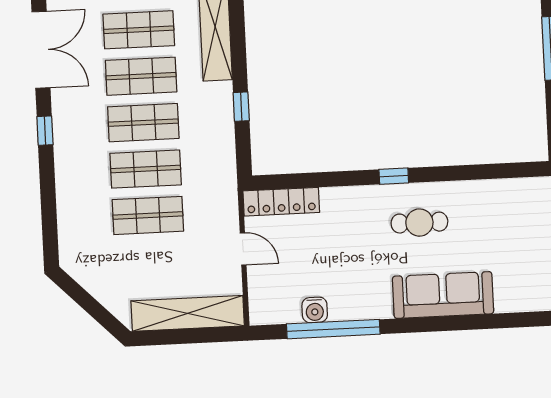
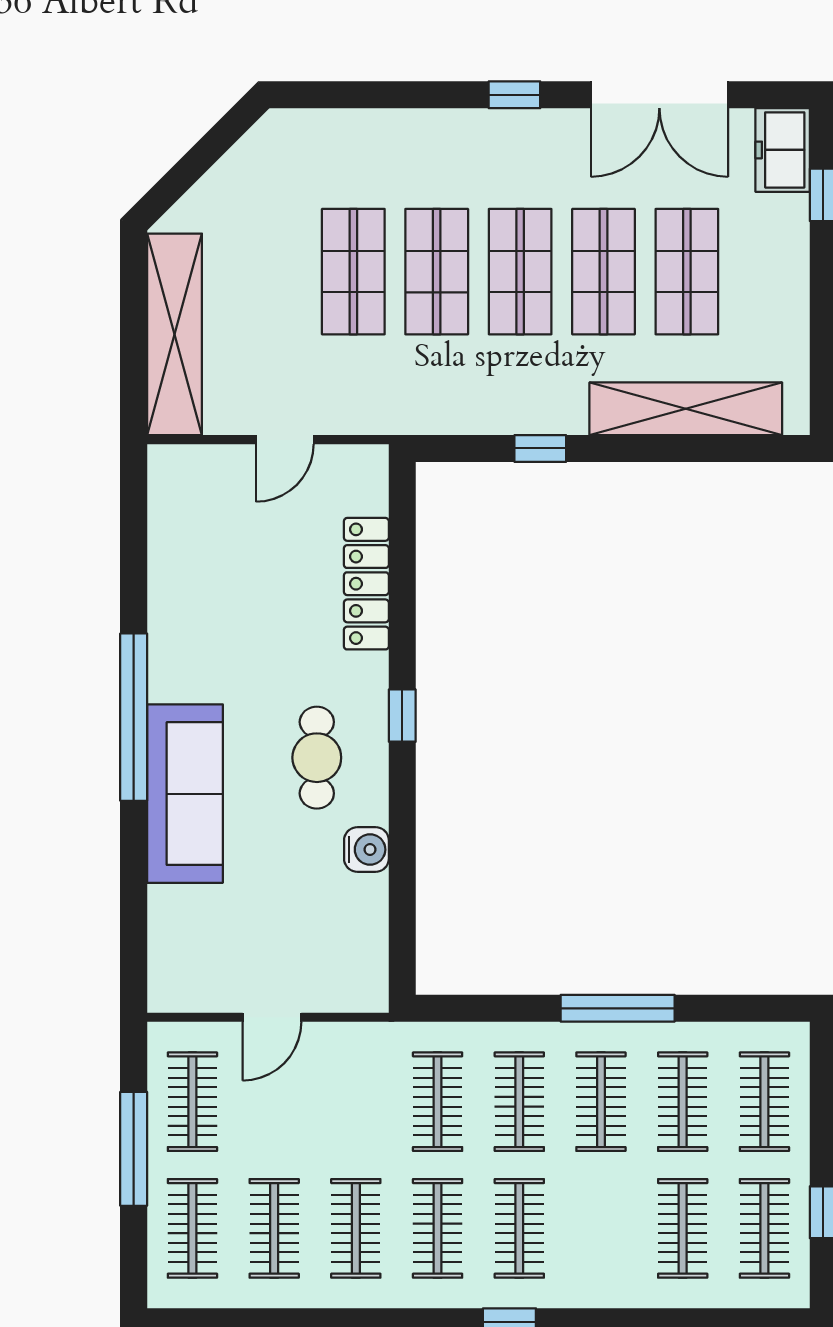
locker: (281, 202) -> (366, 584), moved
water cooler: (315, 310) -> (366, 850), moved, turned 180
window: (333, 329) -> (134, 717), moved

